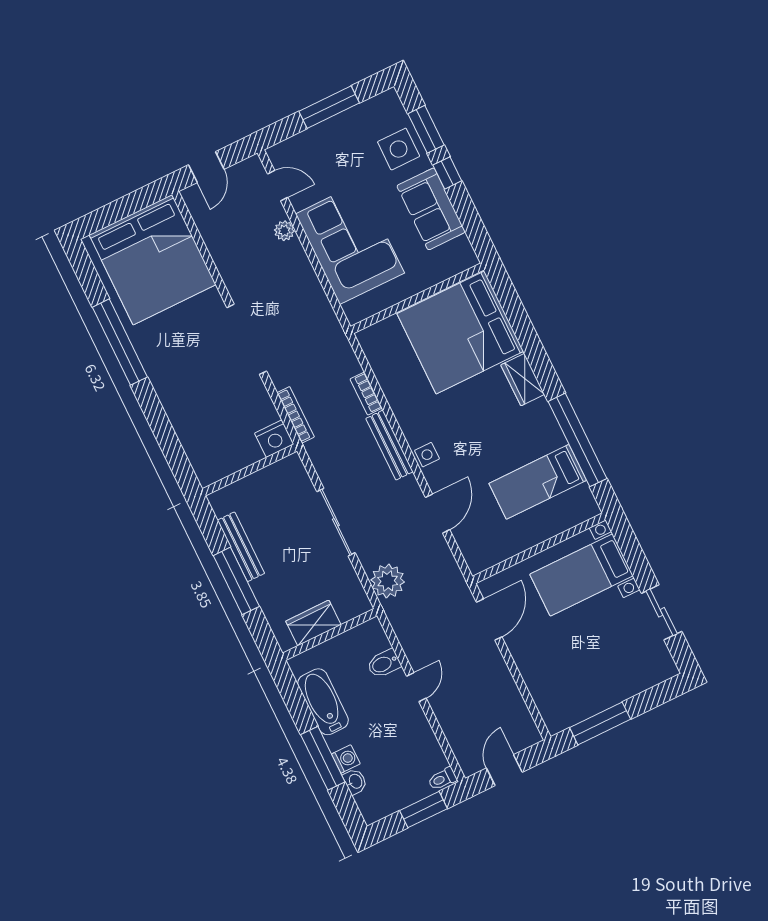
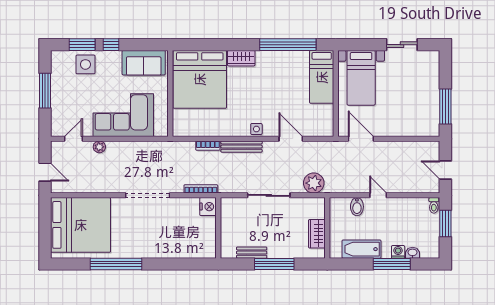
sofa: (431, 209) -> (144, 63), moved
bed: (538, 482) -> (322, 77), moved
bench: (241, 547) -> (252, 253), width x0.73

